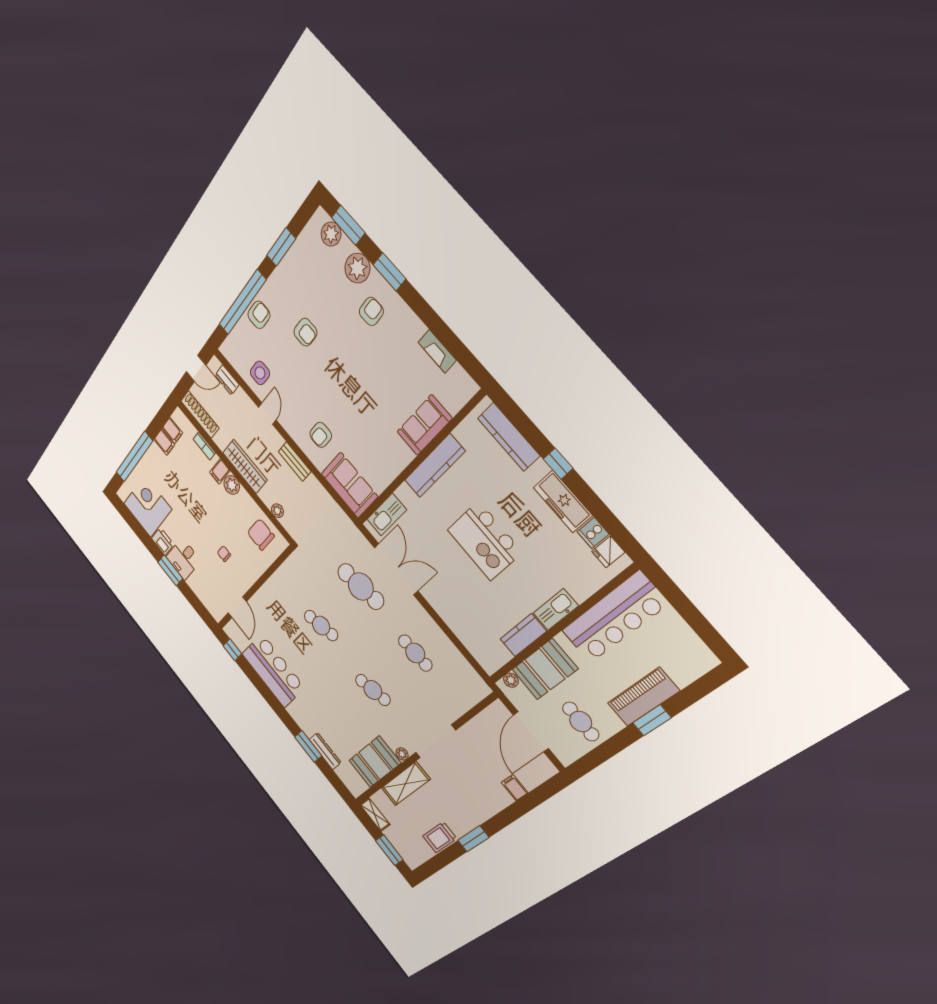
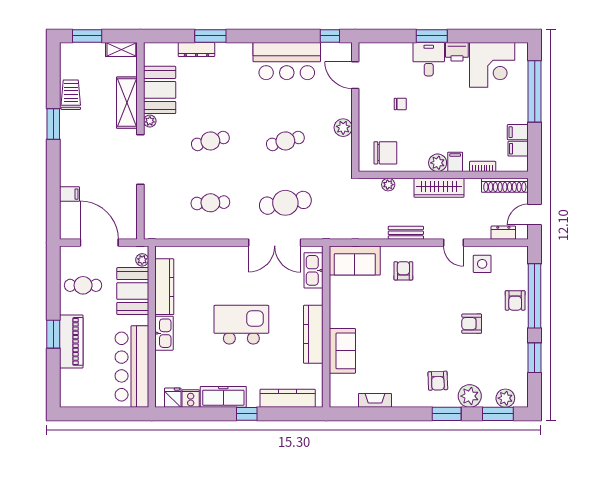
plant: (274, 585) -> (343, 128), added
kitchen counter: (523, 635) -> (164, 287), width x1.50

